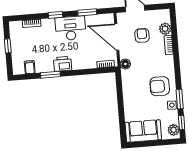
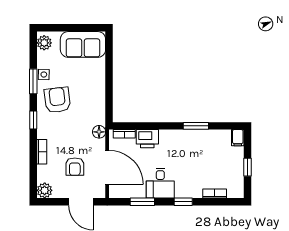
desk: (71, 28) -> (160, 183), width x0.73
plant: (165, 29) -> (45, 190), moved
printer: (63, 64) -> (147, 139), moved
filing cabinet: (30, 67) -> (238, 138), moved
armchair: (160, 86) -> (57, 100), turned -97
window: (182, 122) -> (33, 120), moved

